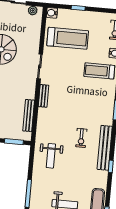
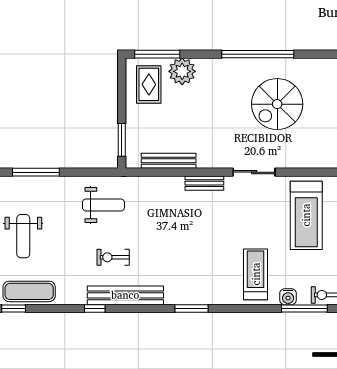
exercise bike: (81, 138) -> (113, 257), moved
weight bench: (51, 156) -> (103, 205), turned 180

